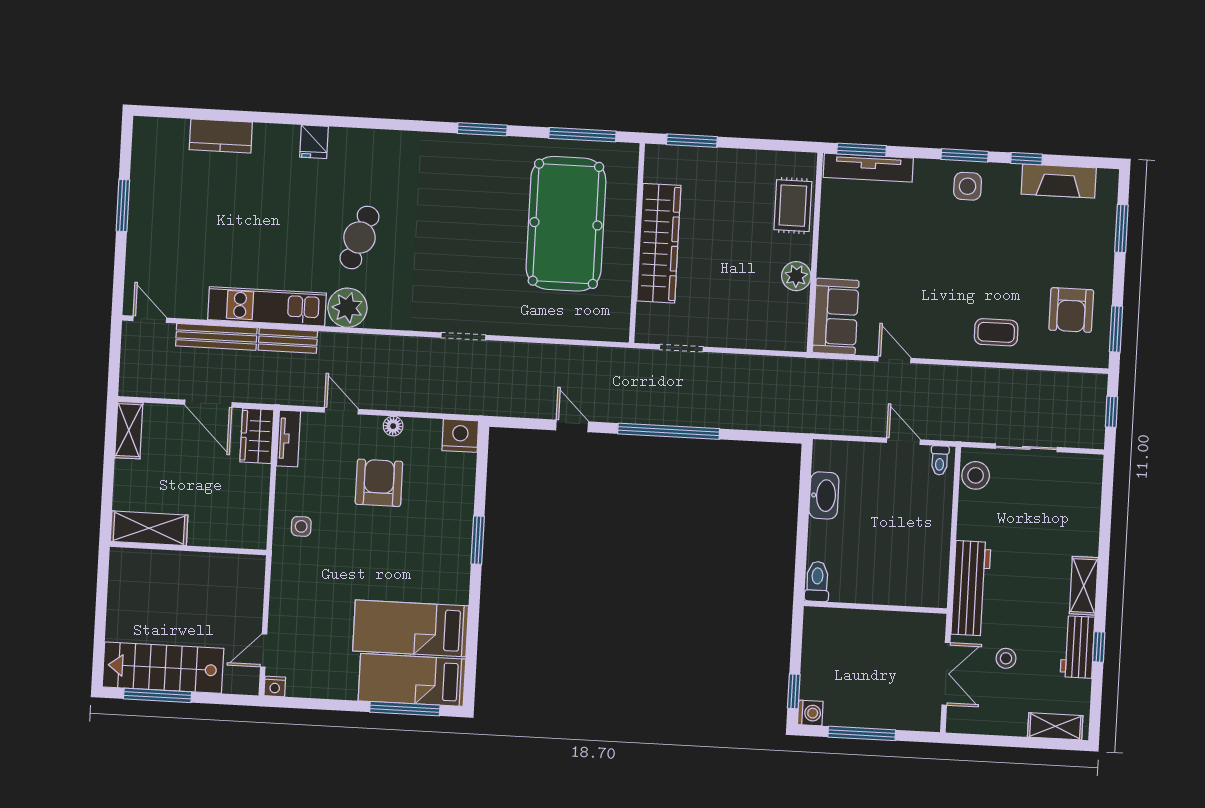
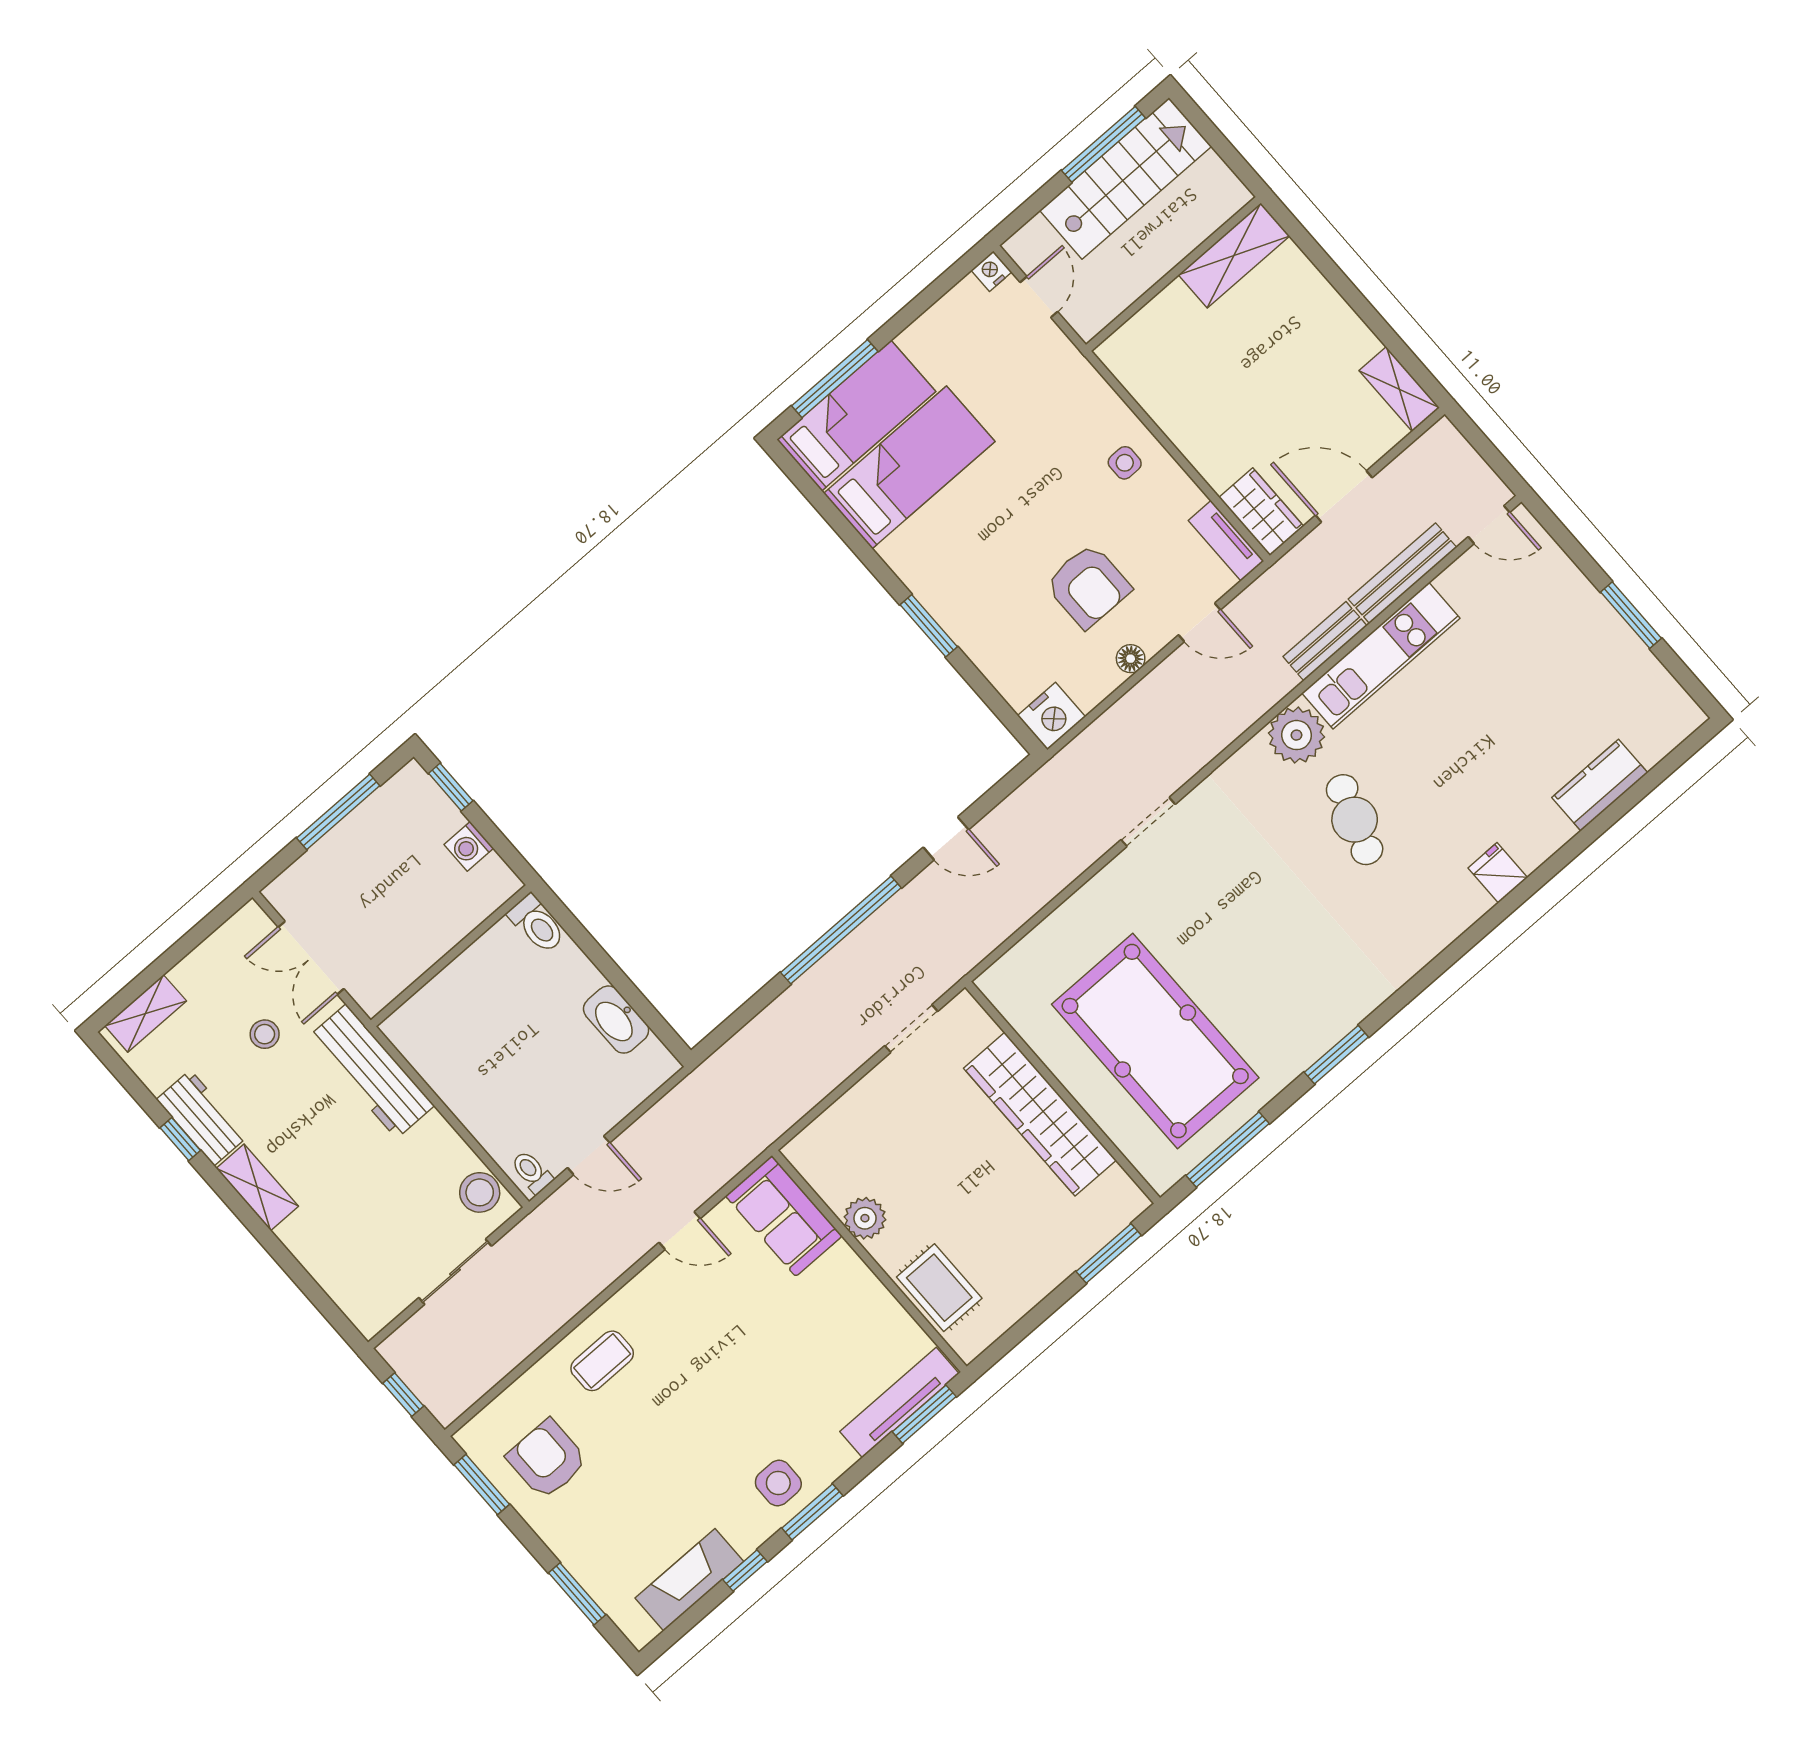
shelving: (149, 528) -> (1234, 255), moved
wall: (188, 548) -> (1173, 274), moved
washing machine: (810, 713) -> (469, 846), moved

